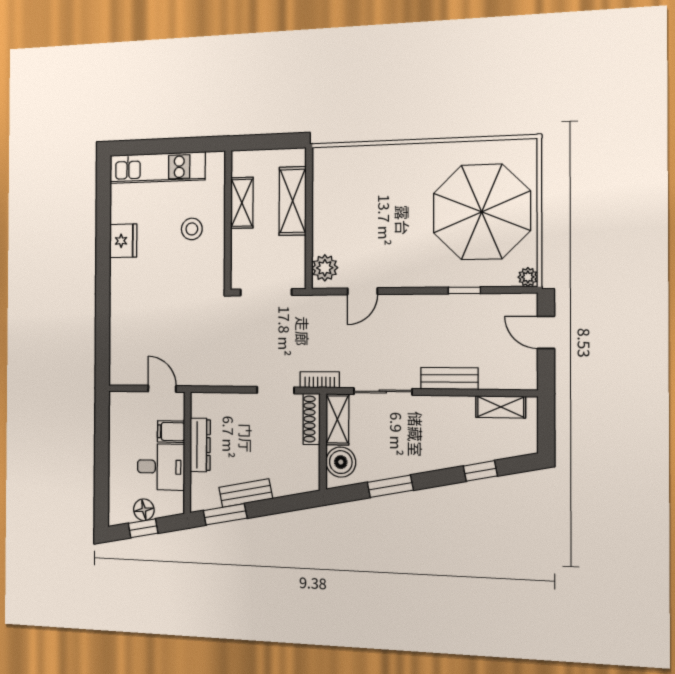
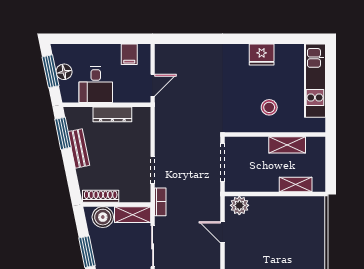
shelving: (293, 201) -> (296, 185), width x0.67, depth x0.75
shoe rack: (312, 419) -> (101, 196), moved
filing cabinet: (171, 432) -> (129, 54), moved, turned 180
window: (143, 528) -> (50, 71), width x1.50

